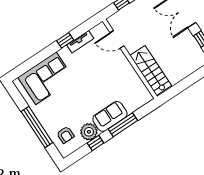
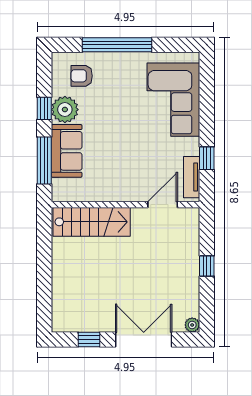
door: (117, 39) -> (163, 205), moved
wall: (130, 59) -> (125, 205), moved
stairs: (151, 71) -> (92, 222), moved

